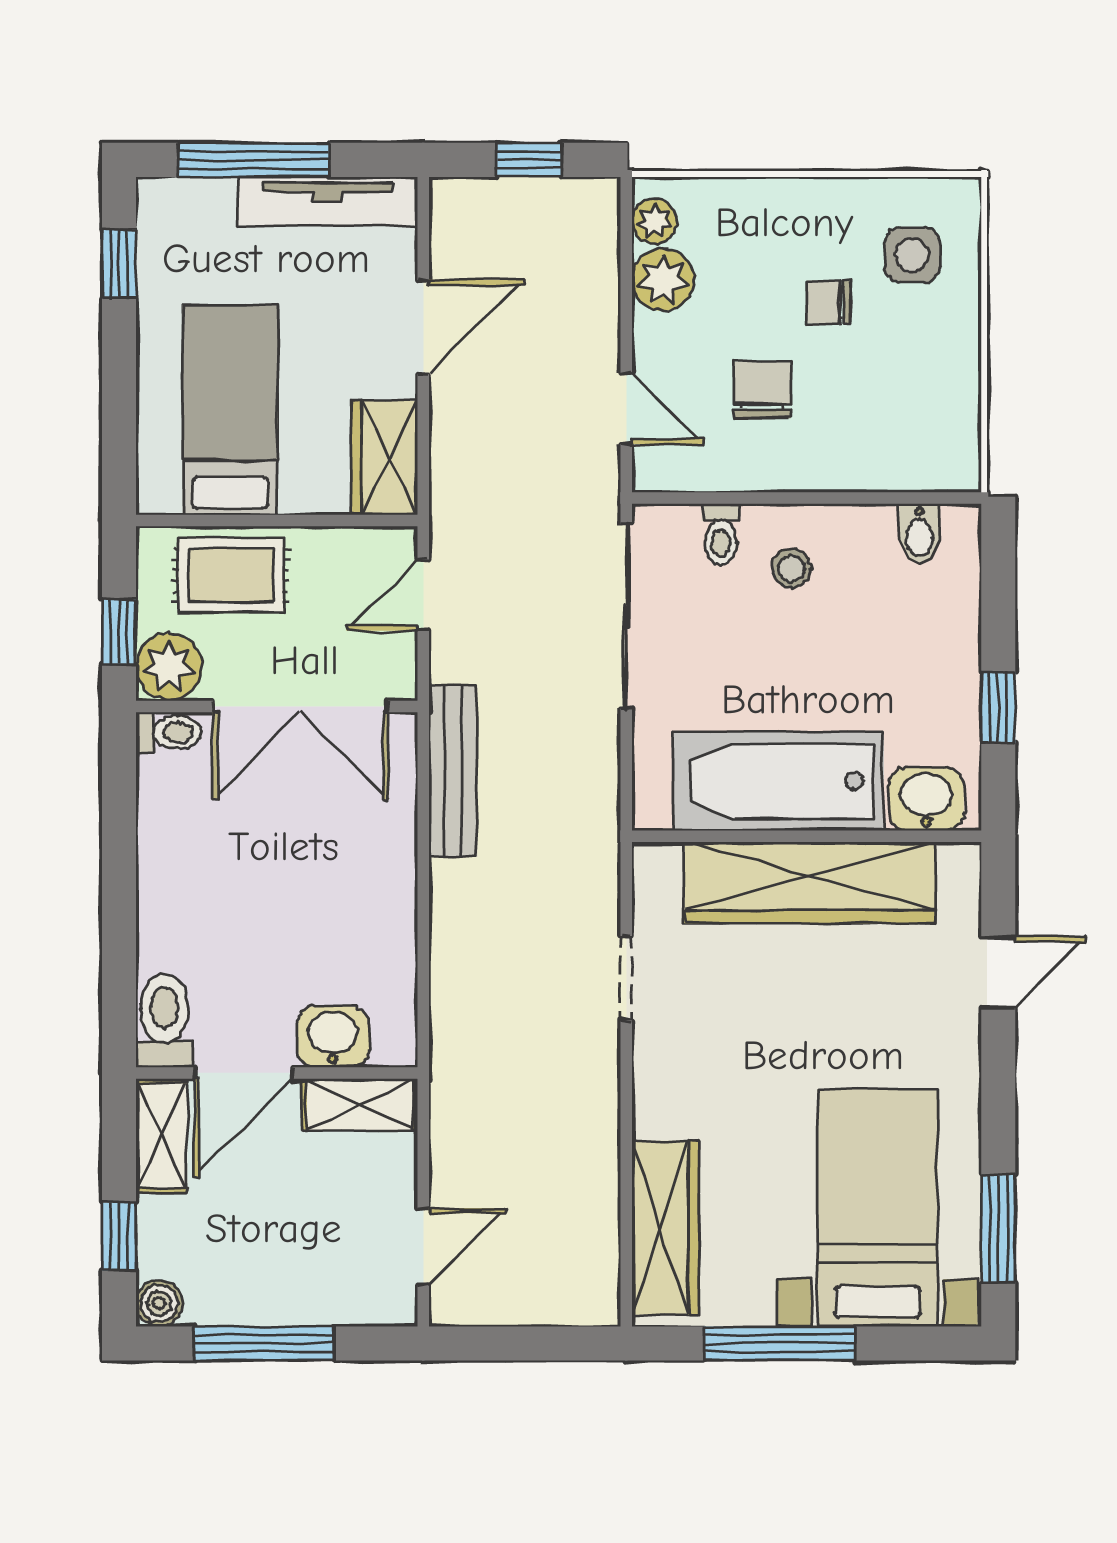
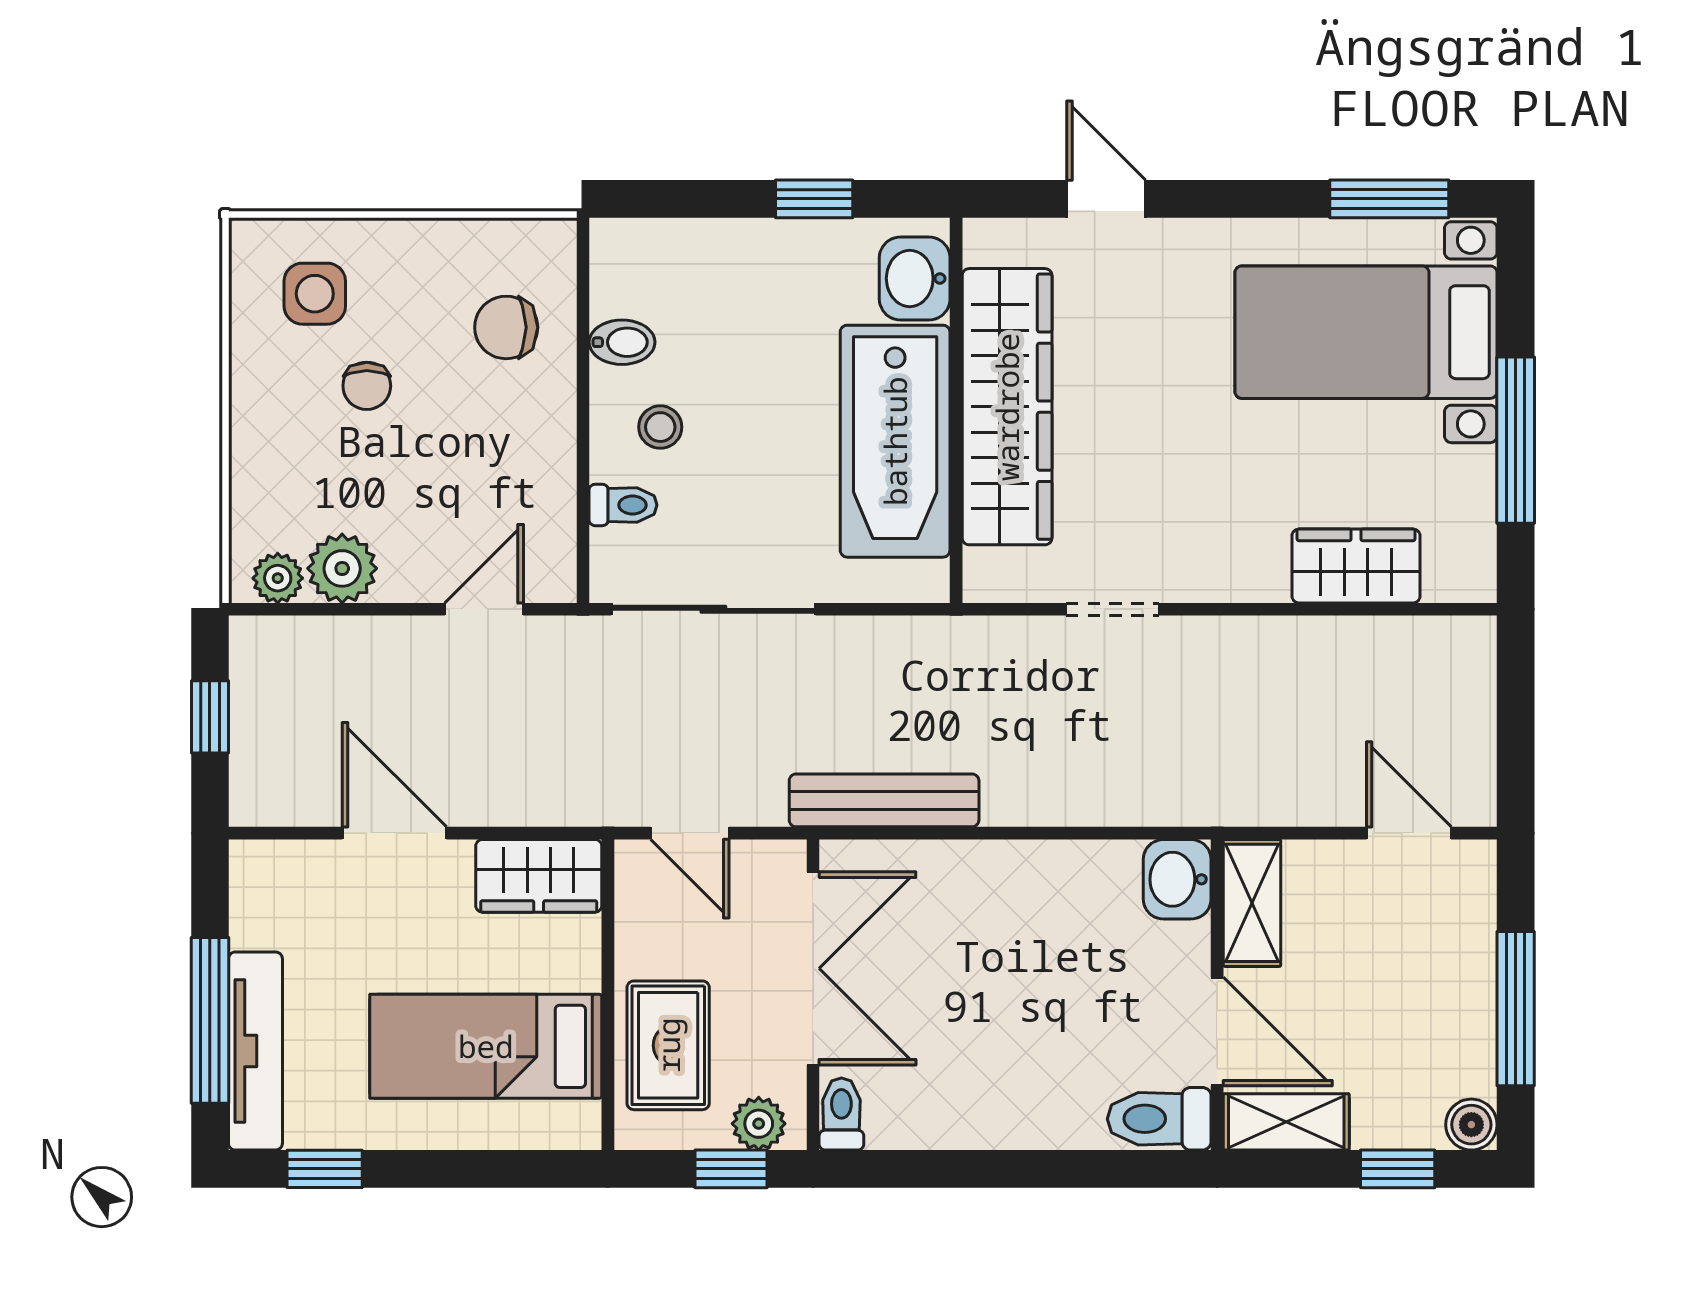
tv unit: (328, 201) -> (255, 1051), moved
chair: (762, 390) -> (506, 327), moved
bidet: (920, 533) -> (622, 342), moved
plant: (169, 666) -> (759, 1124), width x0.73, depth x0.73
washbasin: (333, 1037) -> (1177, 879), moved
wardrobe: (665, 1228) -> (1356, 566), width x0.67

